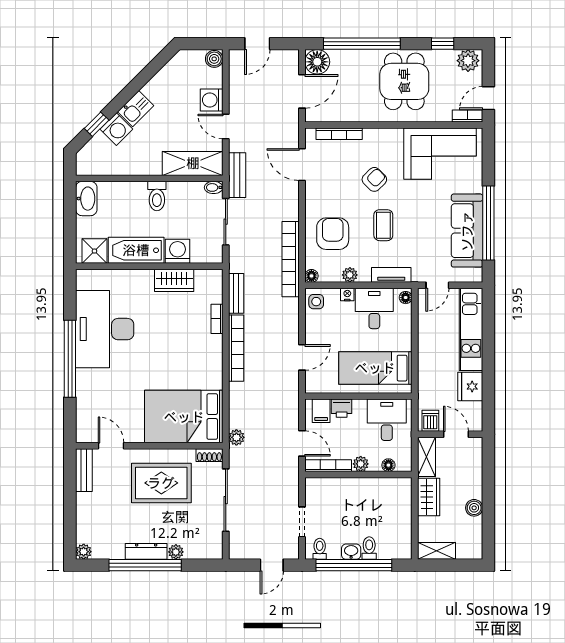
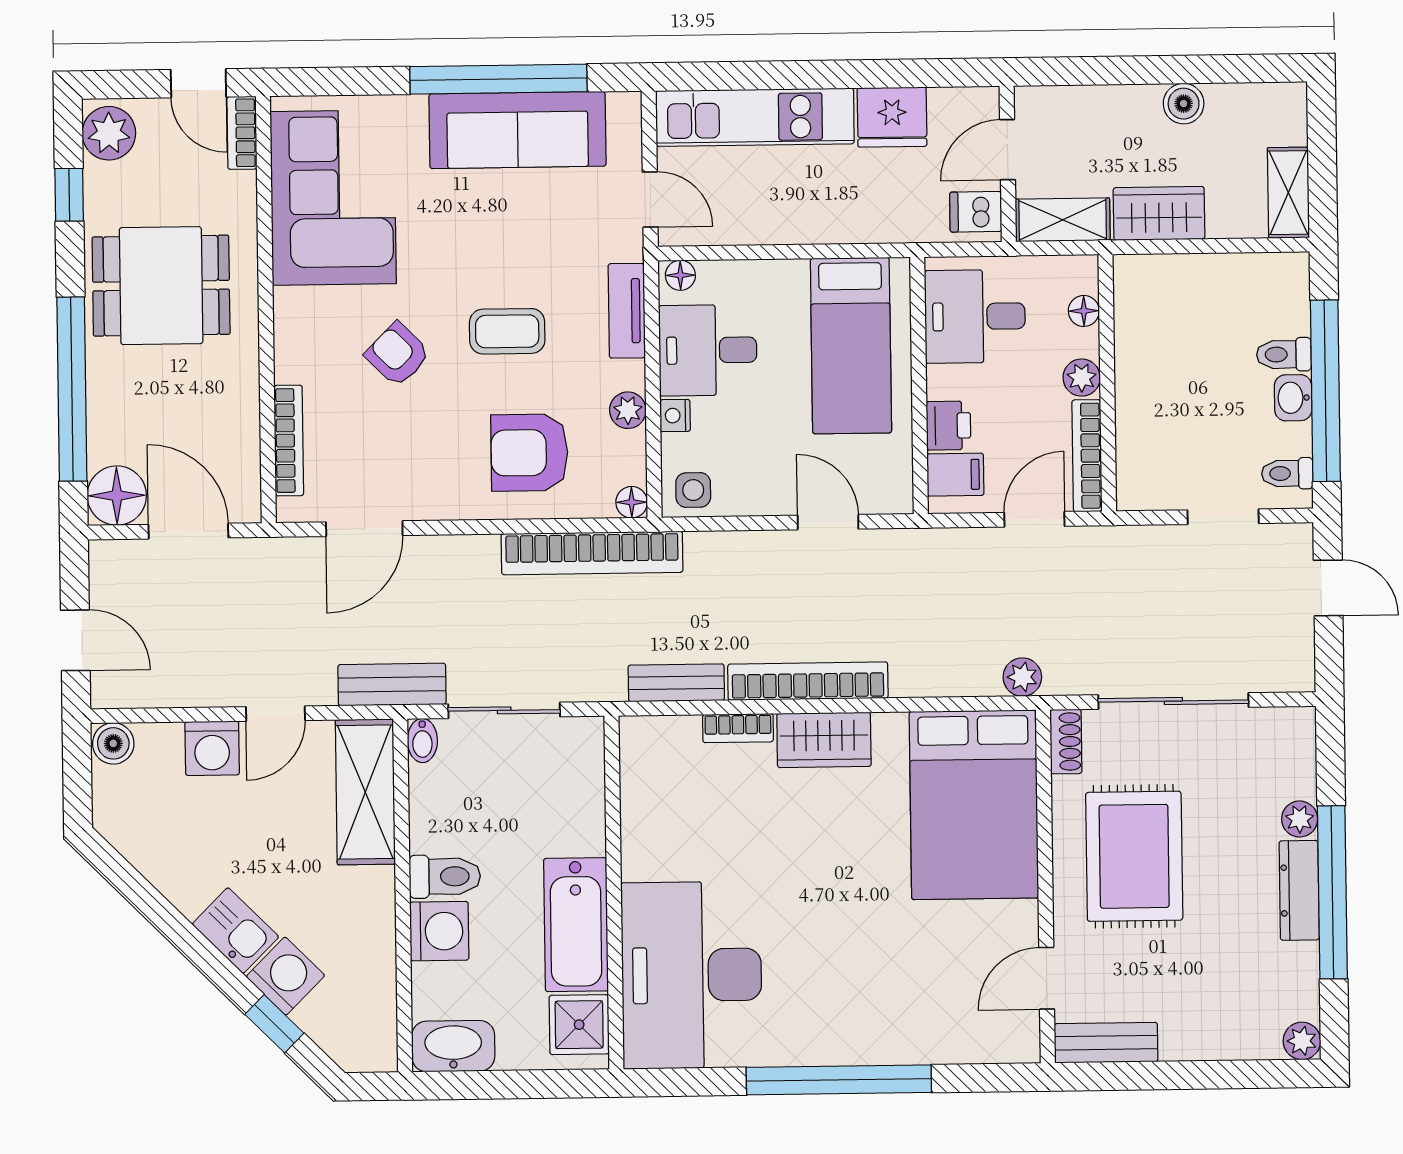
washing machine: (178, 251) -> (439, 931), moved, turned 180
wardrobe: (174, 280) -> (824, 740), moved, turned 90
desk: (105, 329) -> (692, 975), moved, turned 90

